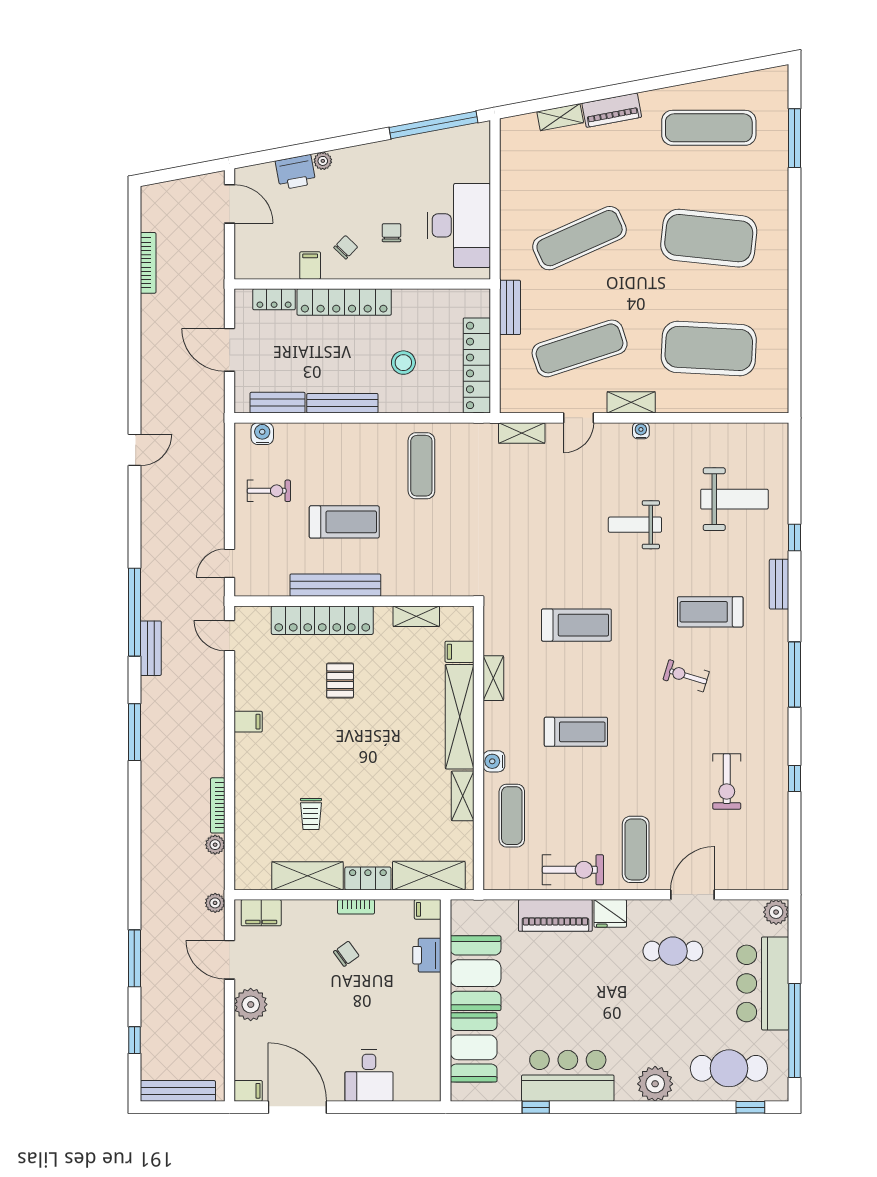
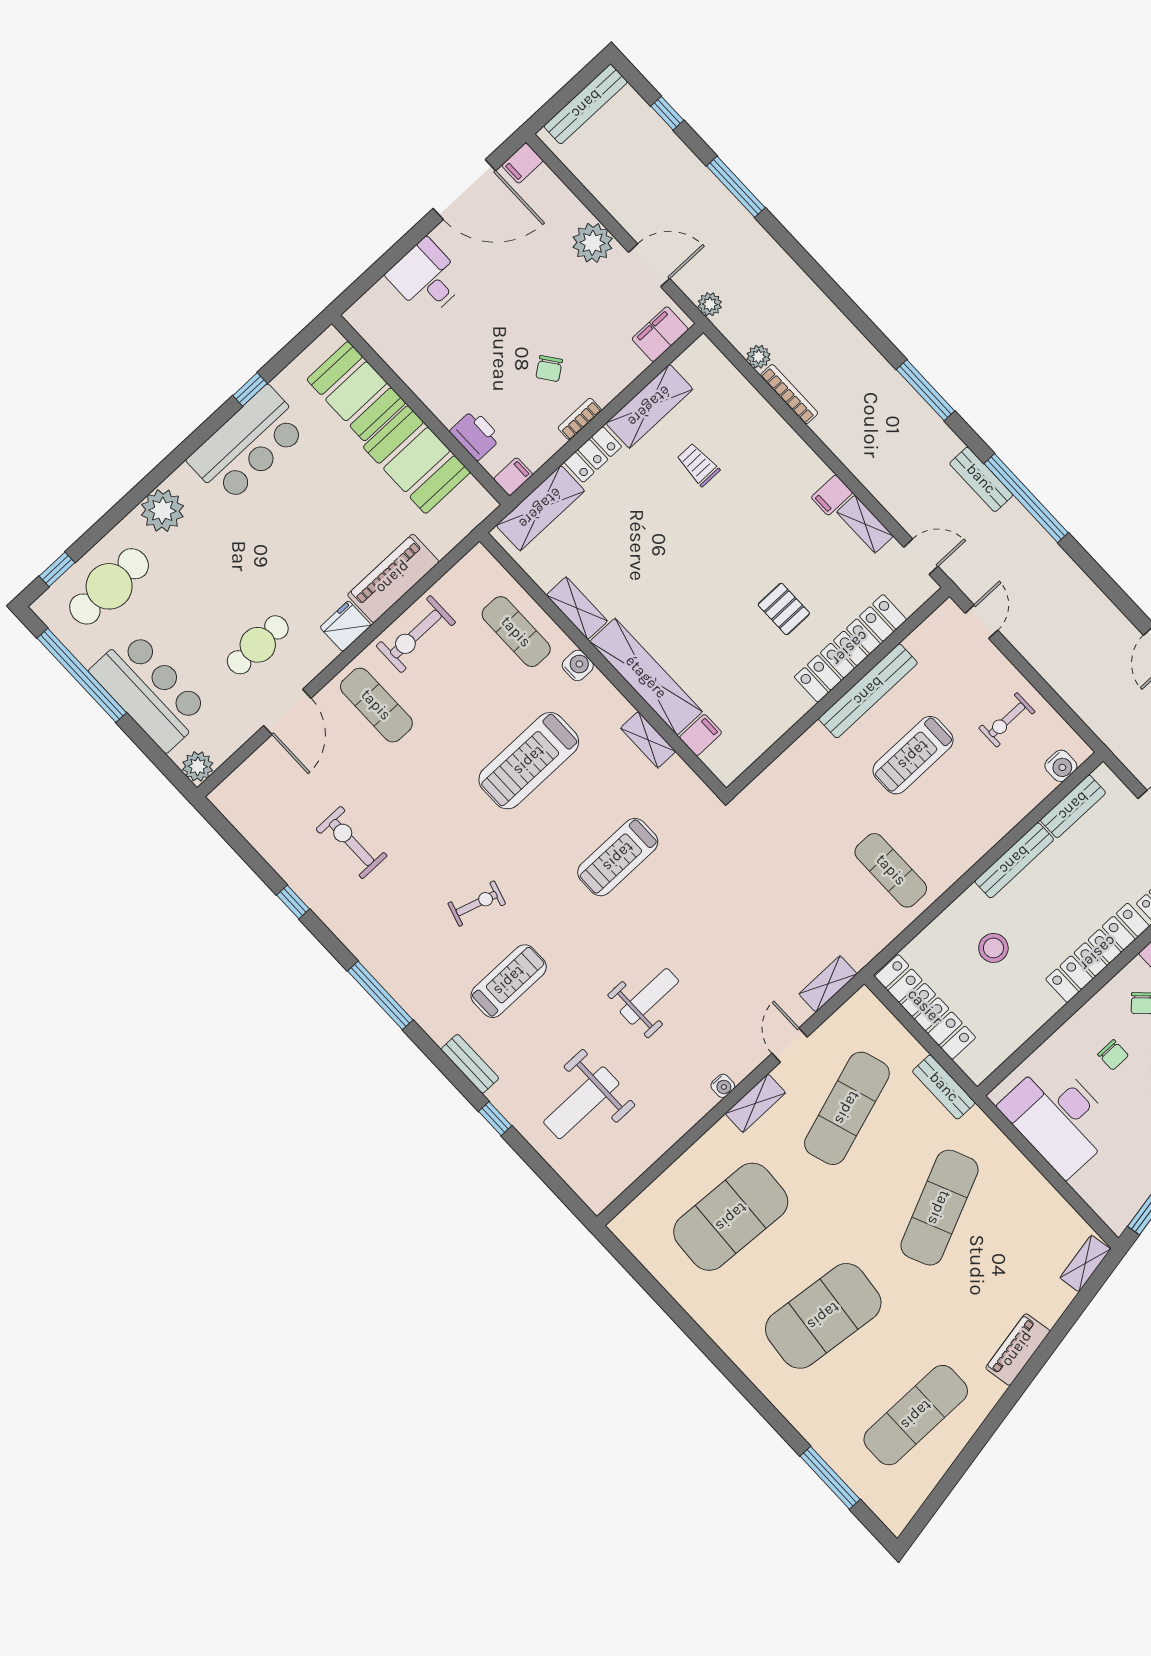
shelving: (560, 117) -> (1085, 1263), moved
shelving: (416, 616) -> (865, 524), moved, turned 90
treadmill: (576, 732) -> (529, 761), width x1.37, depth x1.38

